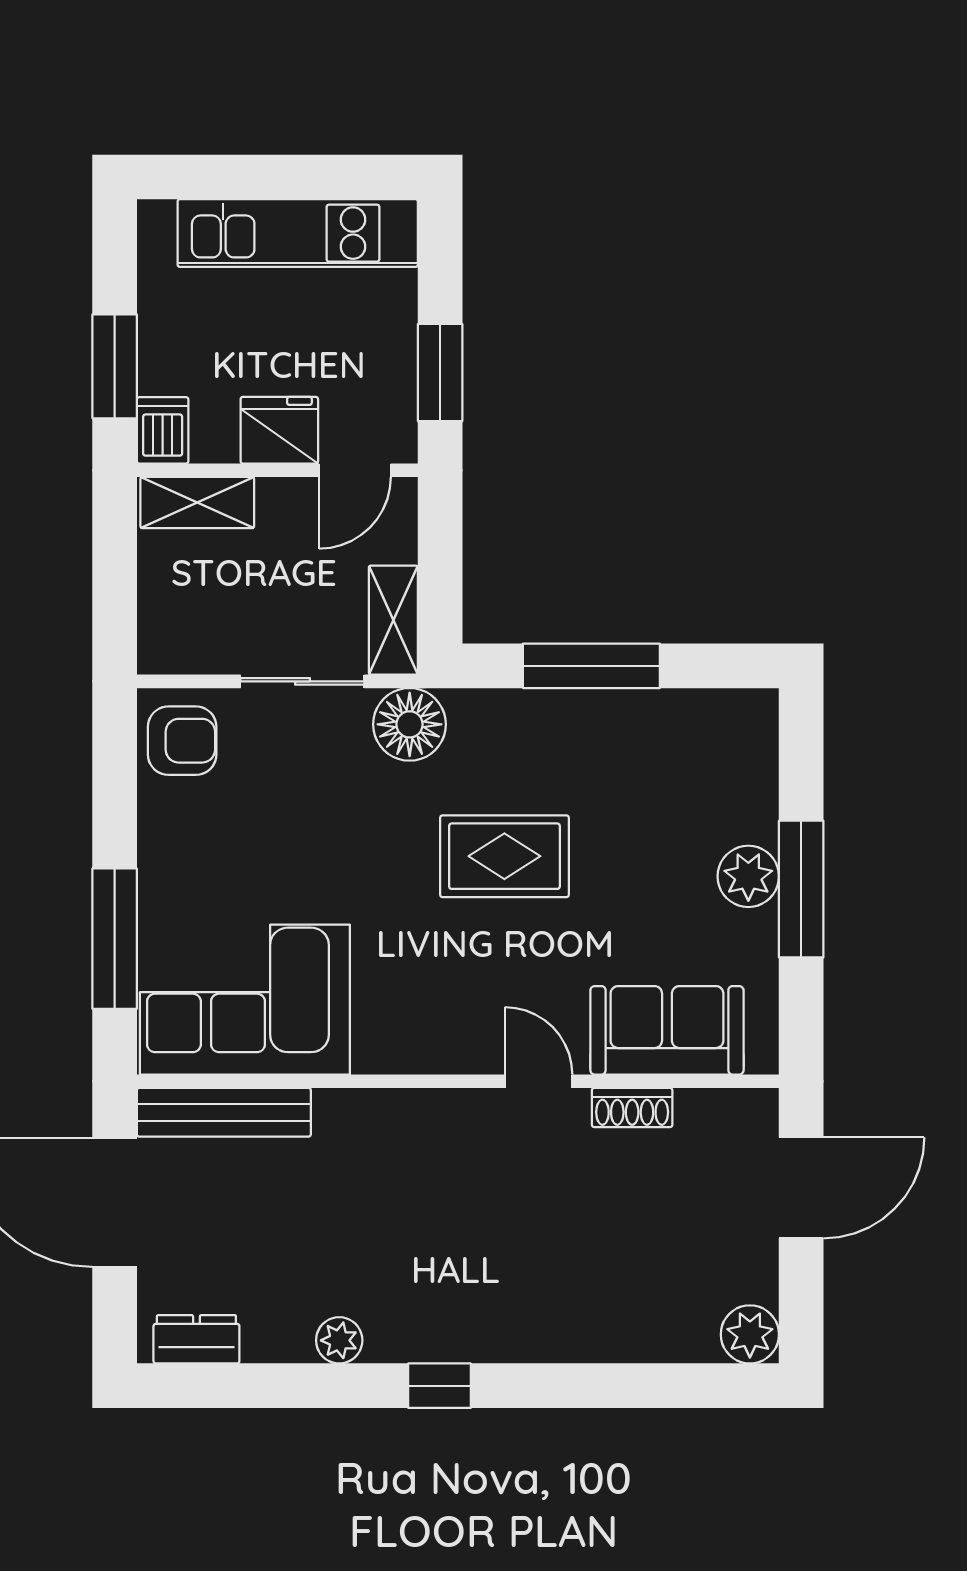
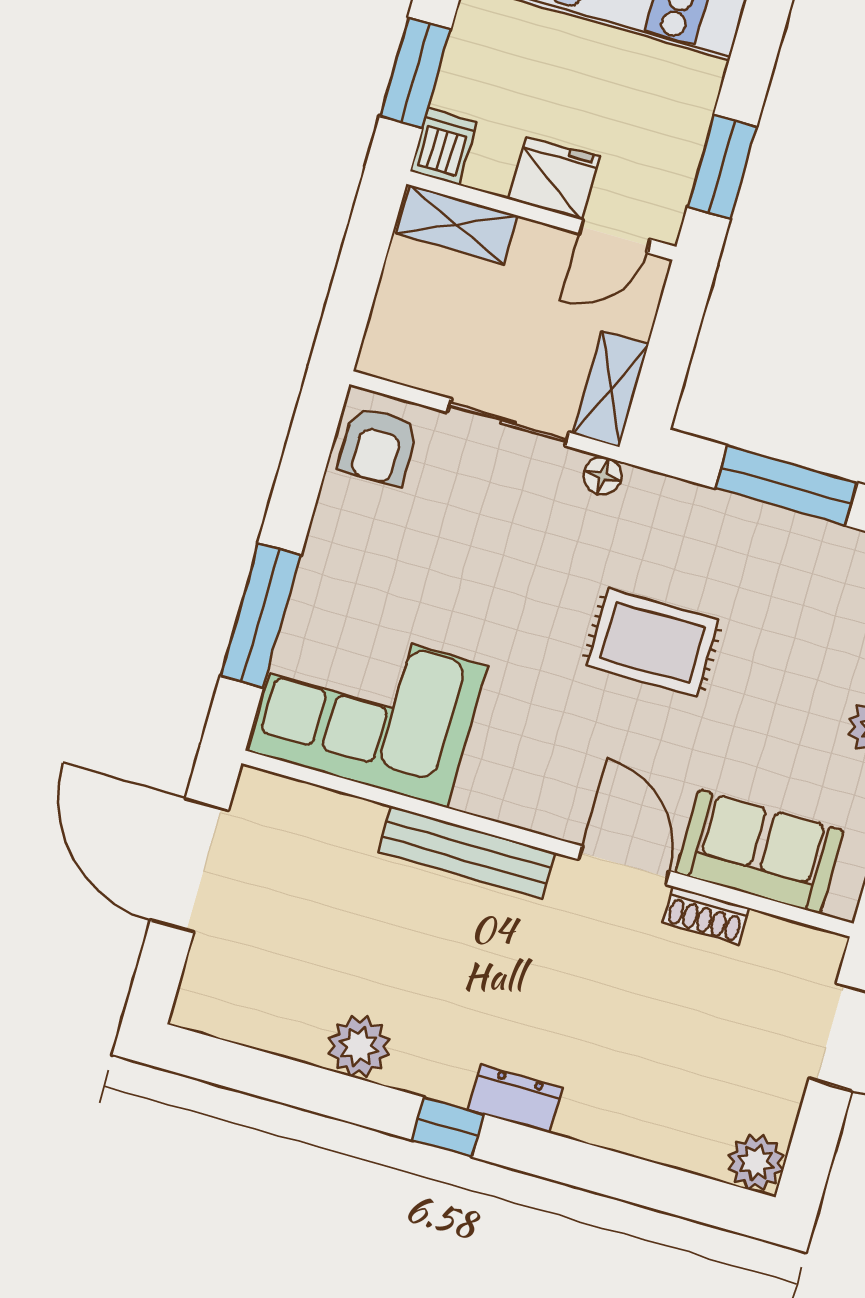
floor lamp: (410, 724) -> (603, 476), width x0.53, depth x0.53
armchair: (182, 741) -> (378, 446), turned 90
door: (539, 1081) -> (624, 865), width x1.38
bench: (224, 1112) -> (467, 852), moved
dresser: (196, 1339) -> (515, 1099), moved
plant: (339, 1340) -> (359, 1046), width x1.38, depth x1.38

